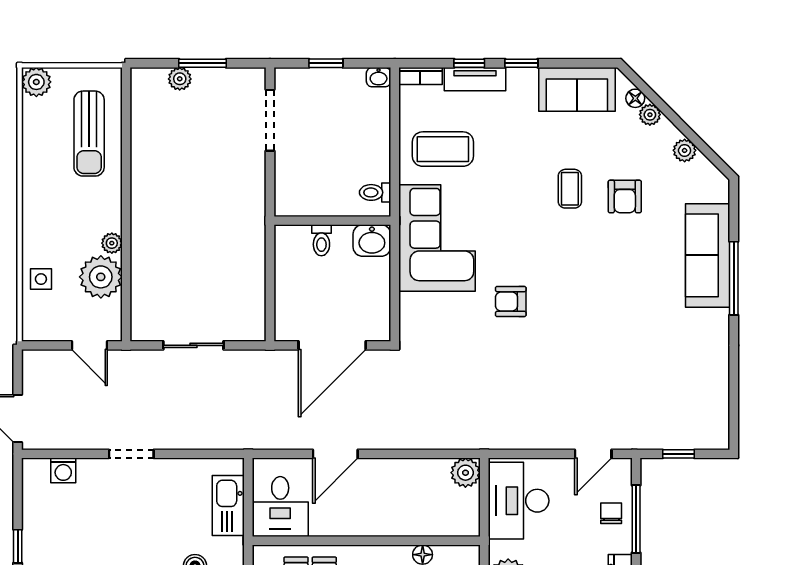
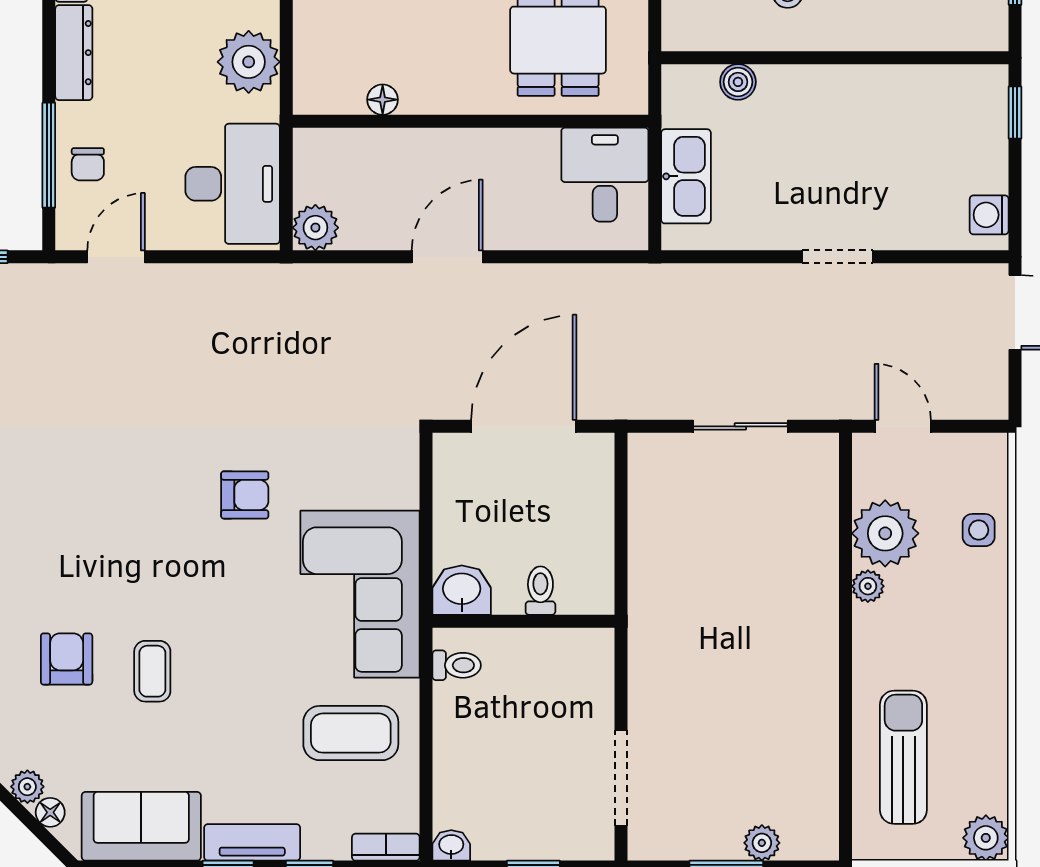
tv unit: (475, 79) -> (252, 842), moved
door: (335, 454) -> (447, 257), moved
washing machine: (63, 470) -> (989, 215), moved, turned -90

